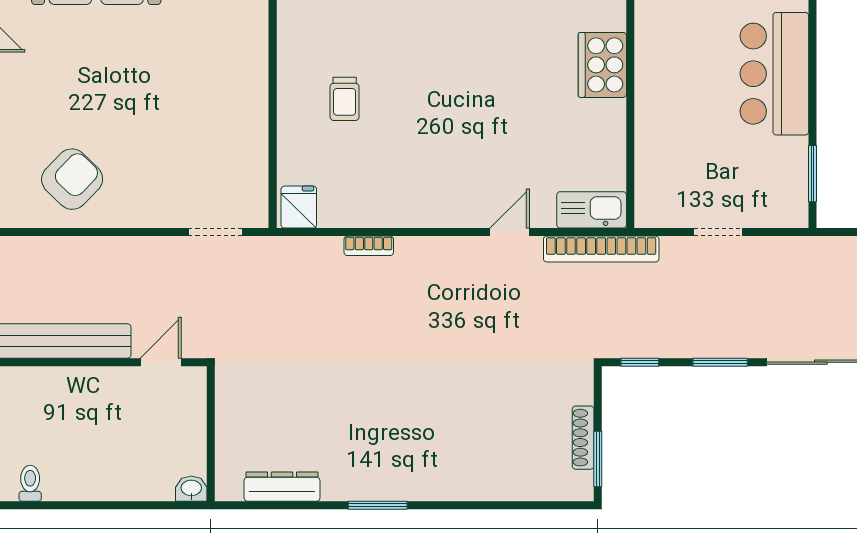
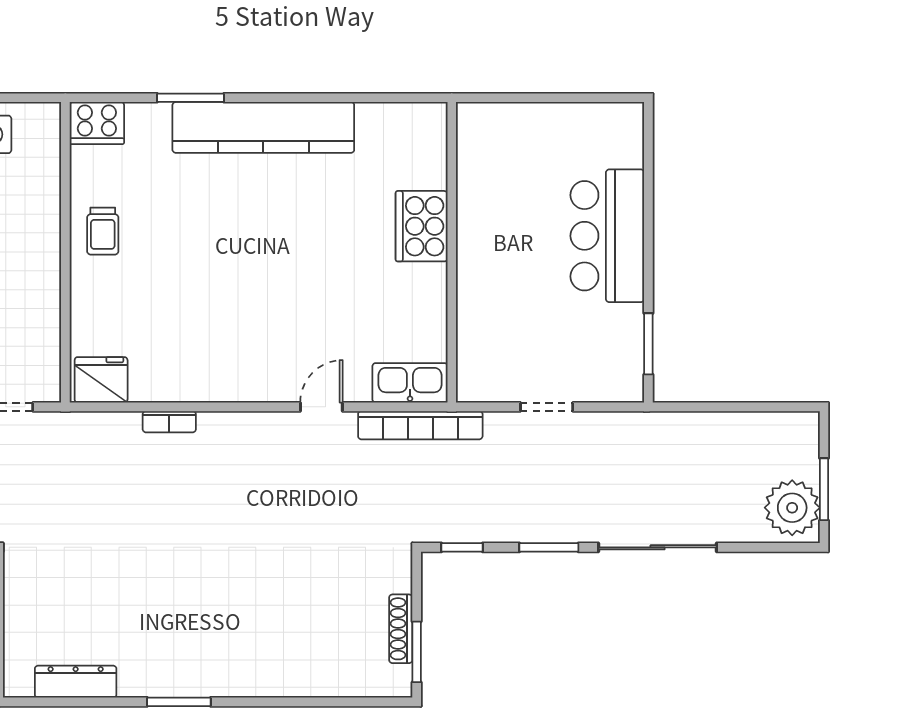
trolley: (345, 99) -> (103, 231), moved
fridge: (299, 207) -> (101, 380), width x1.38

